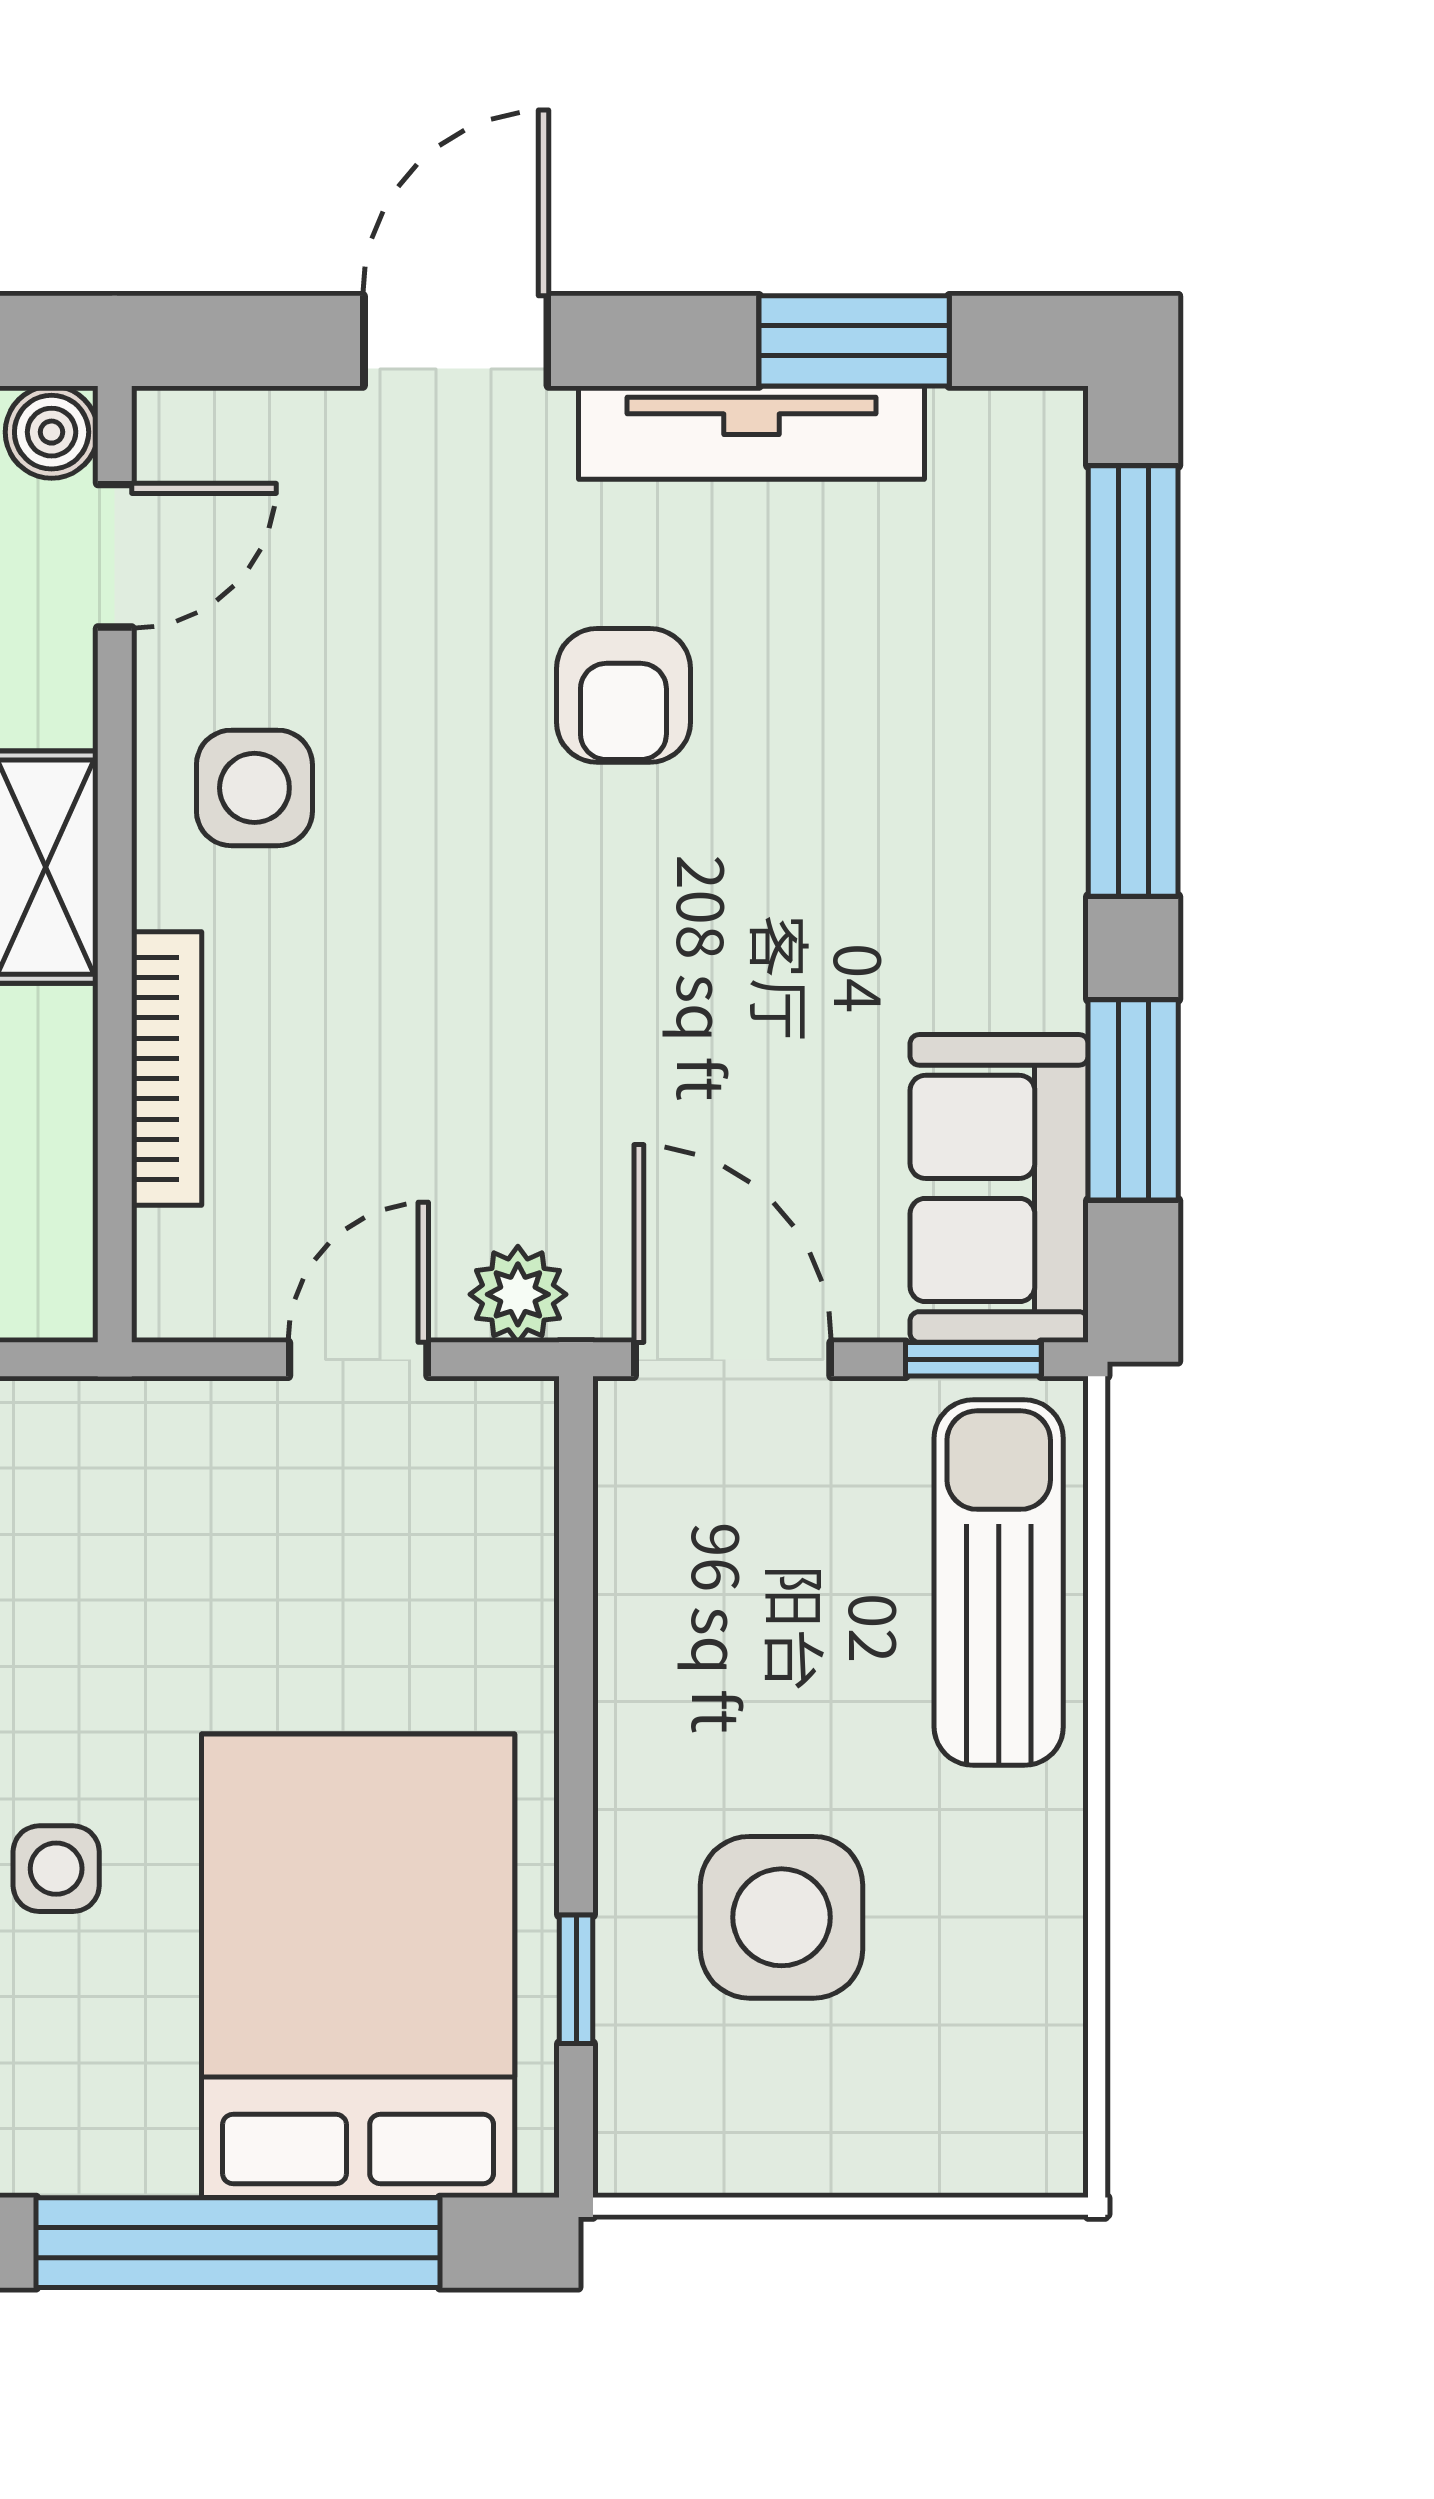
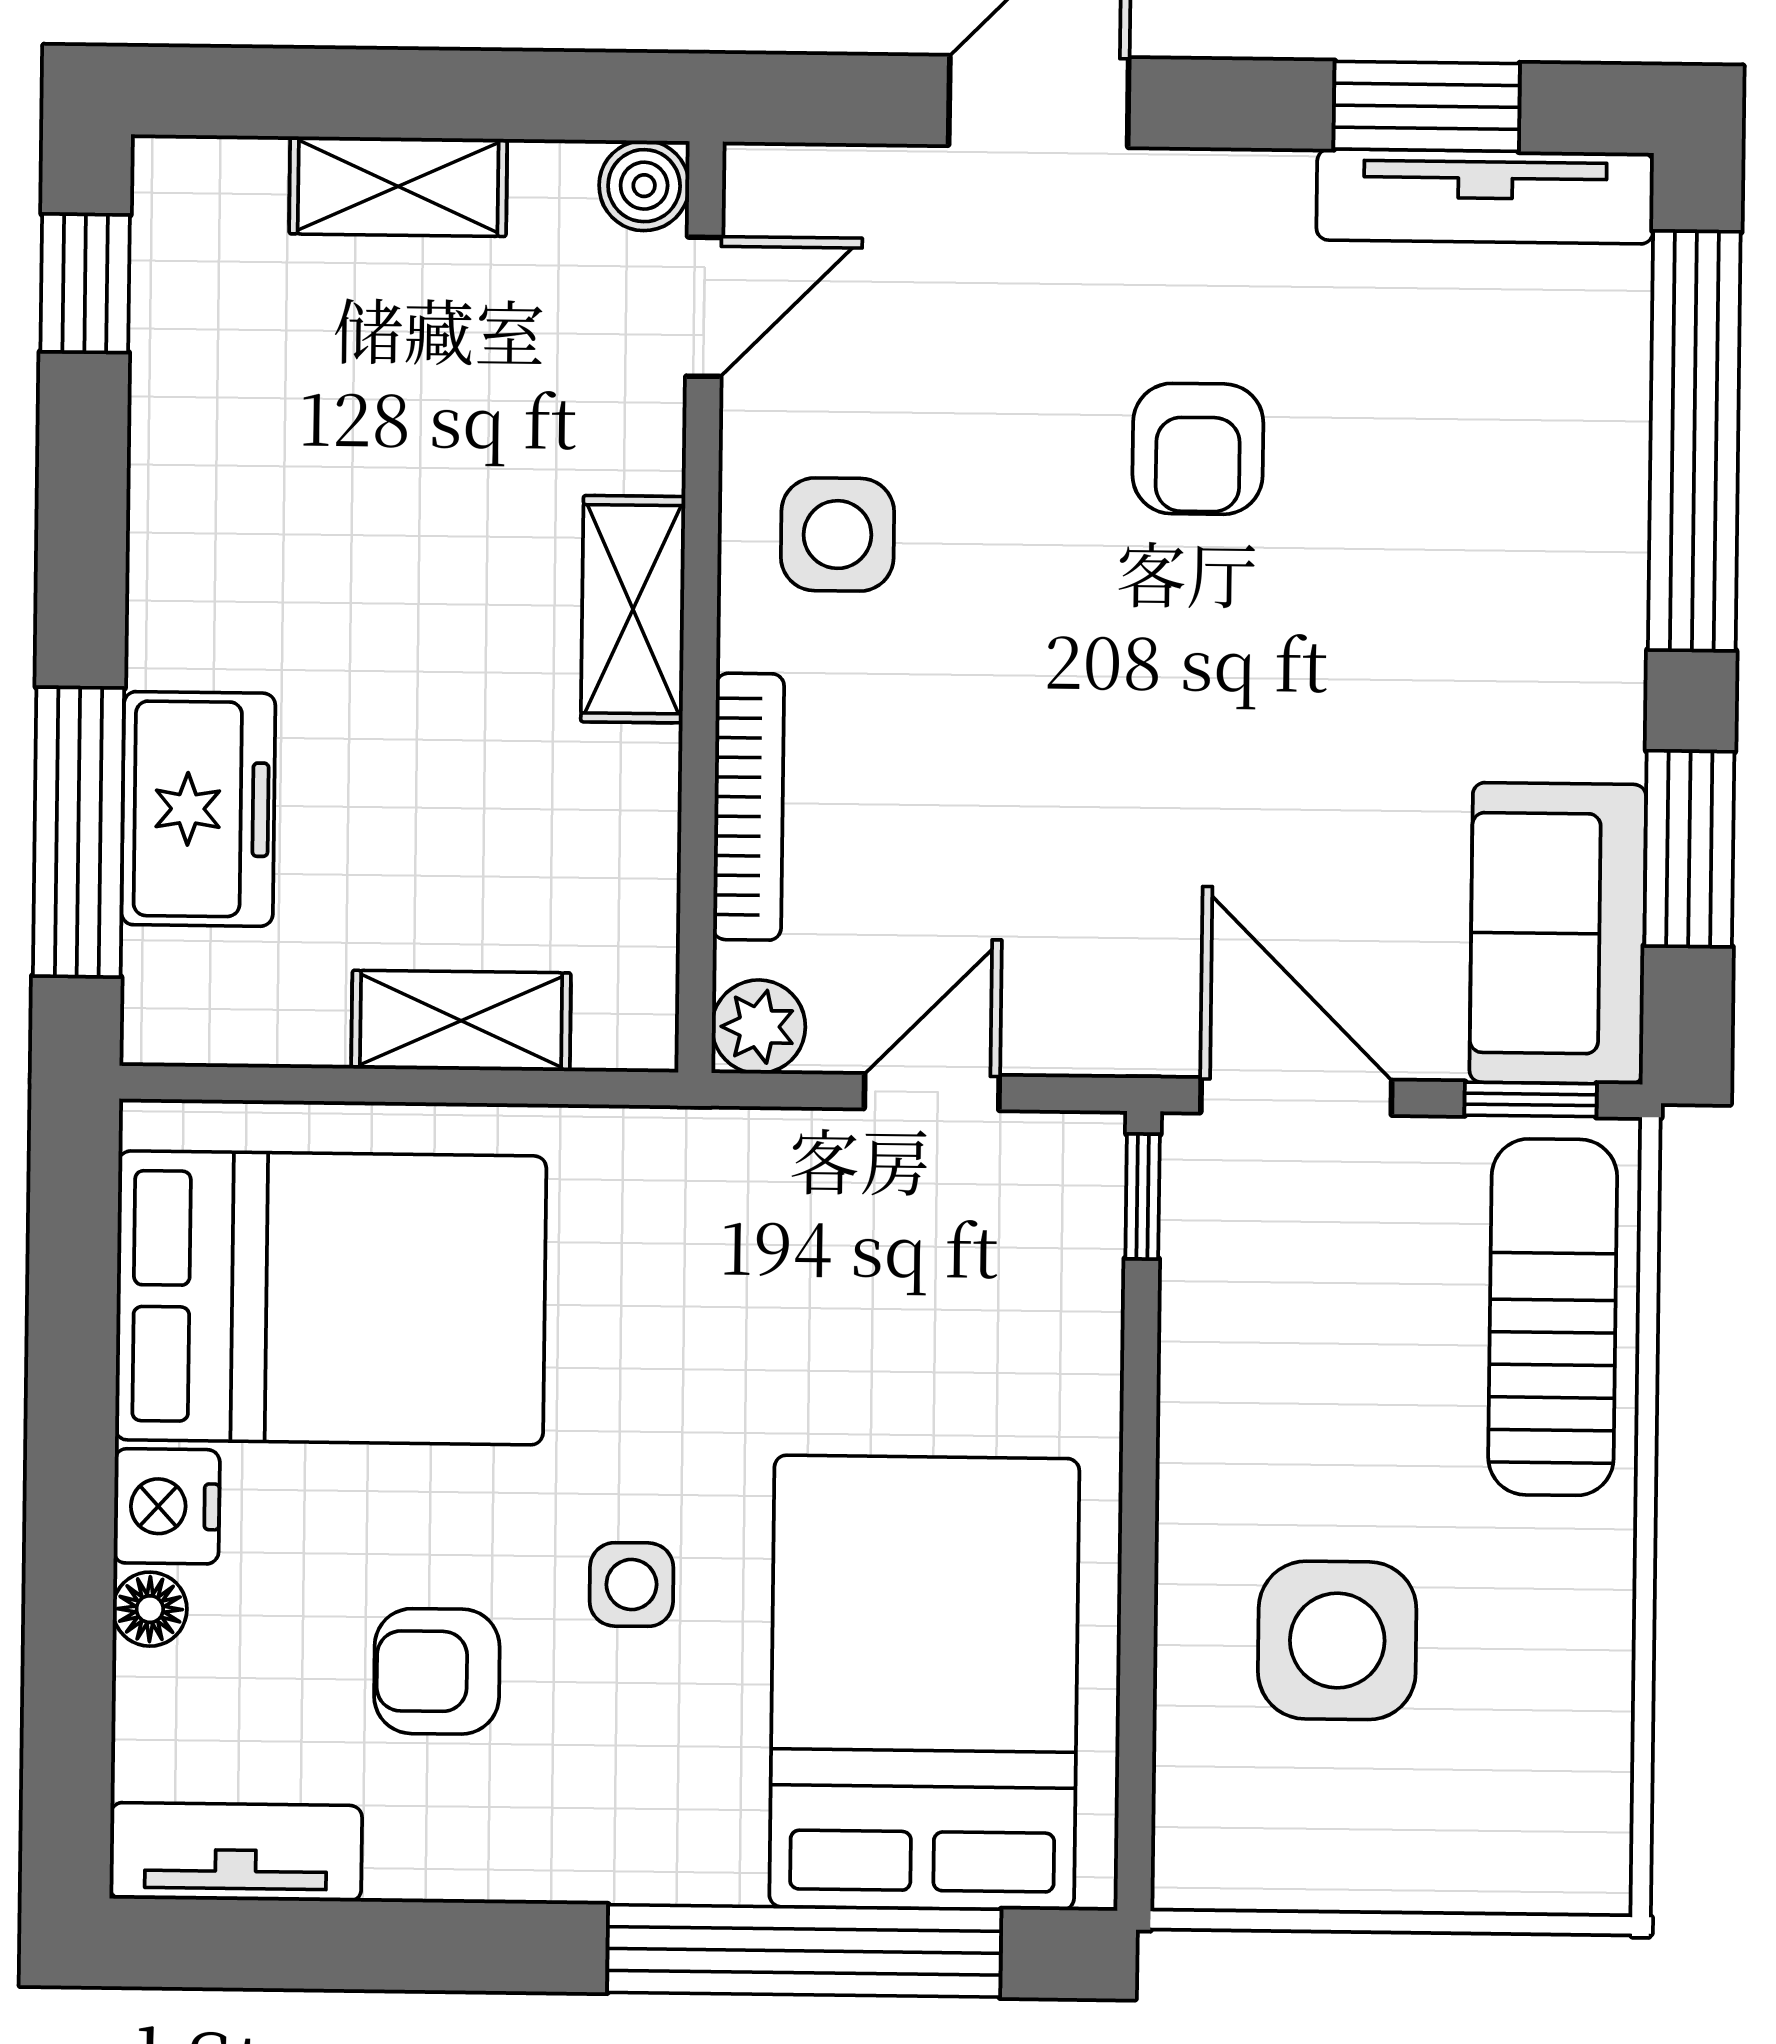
tv unit: (751, 433) -> (1485, 196), moved
plant: (518, 1294) -> (759, 1027), moved
window: (576, 1979) -> (1143, 1197), moved

